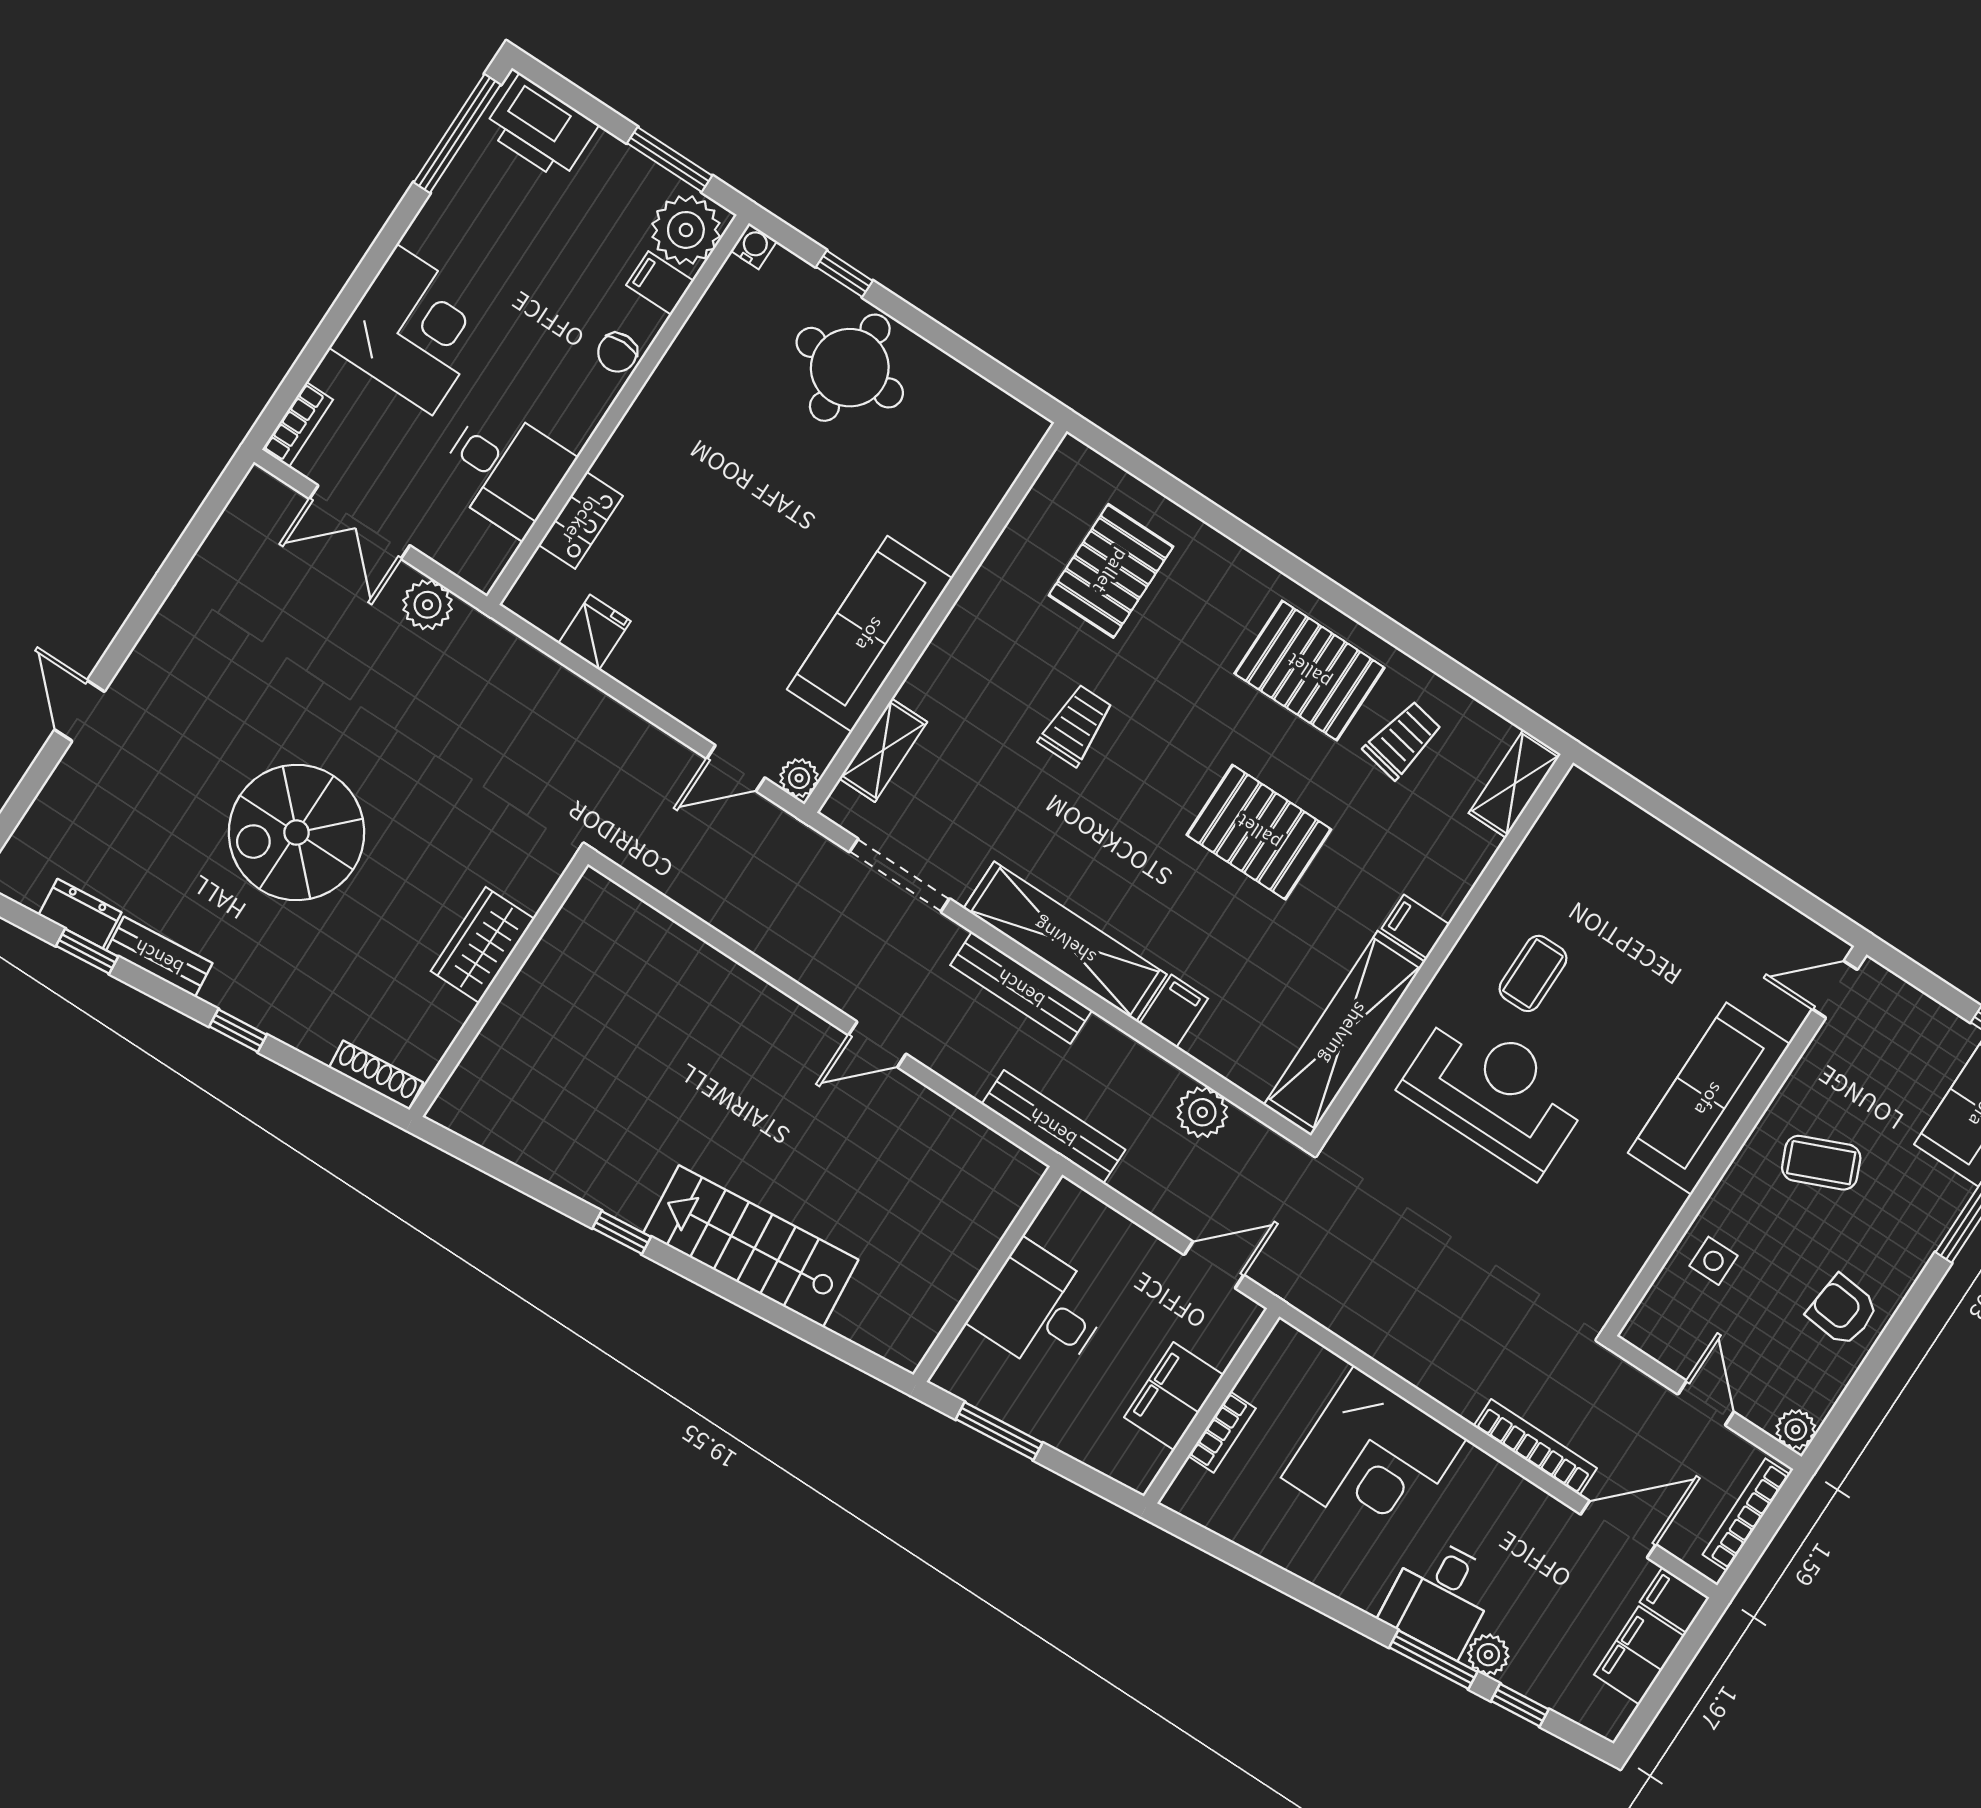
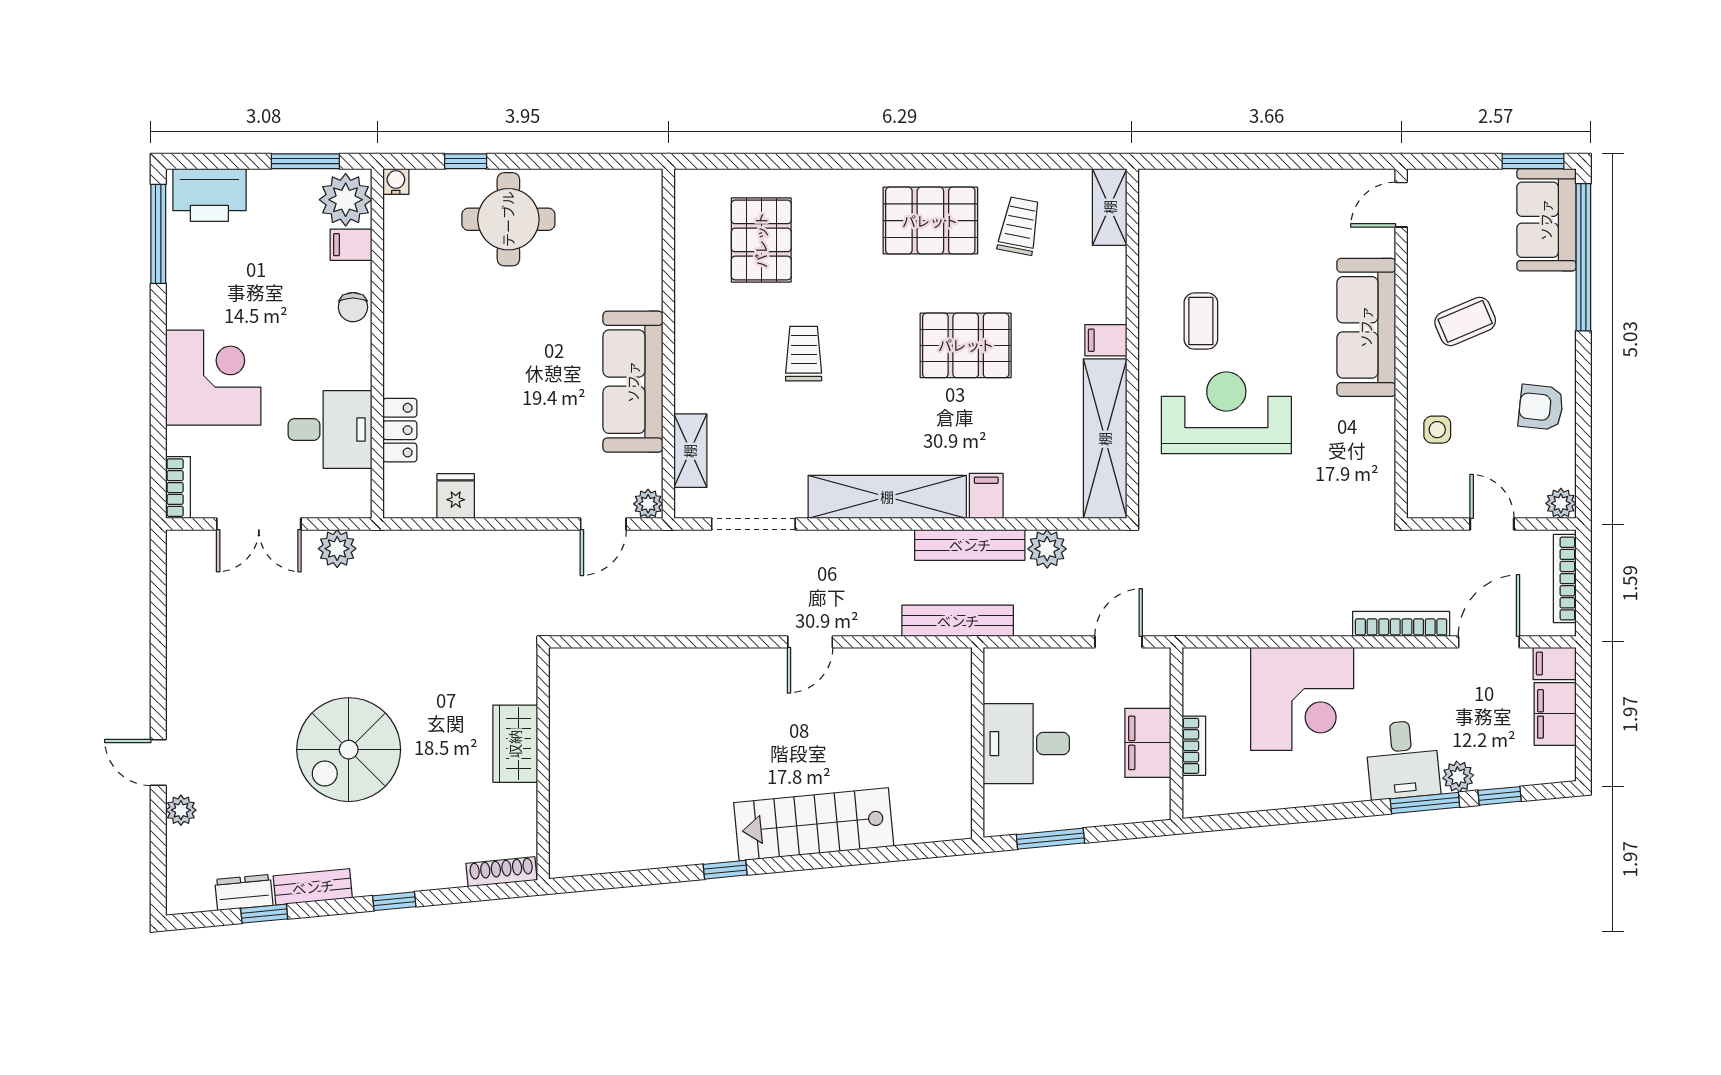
plant: (70, 779) -> (181, 810), added
bench: (1021, 988) -> (970, 545), moved

